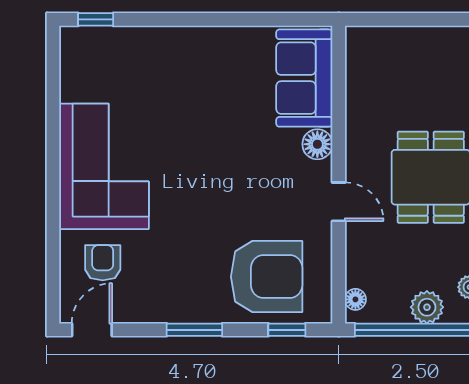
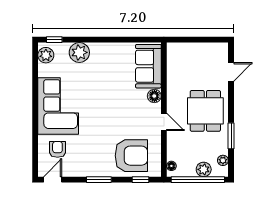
plant: (151, 48) -> (79, 52), added
plant: (77, 54) -> (46, 55), added

